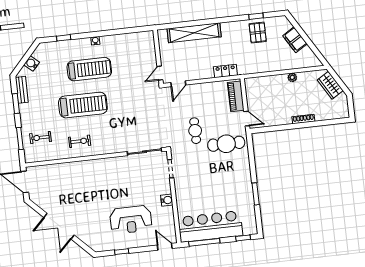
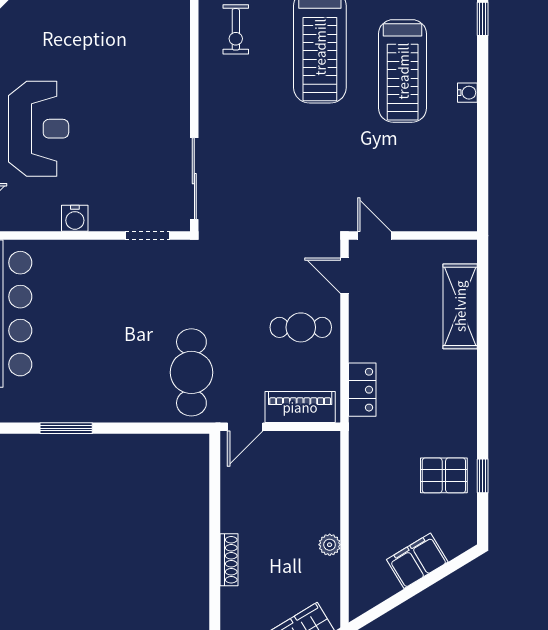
shelving: (194, 33) -> (460, 306), width x0.68
cafe table: (195, 131) -> (301, 327), moved
reception desk: (131, 220) -> (39, 129), turned 180

